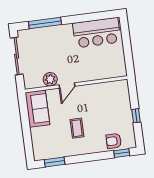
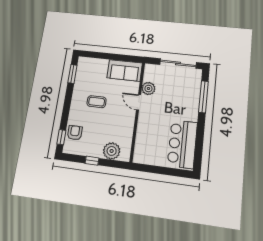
plant: (122, 99) -> (112, 151), added

